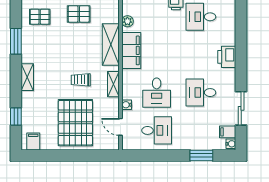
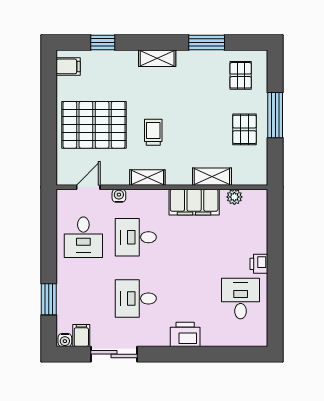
shelving: (111, 44) -> (212, 177), width x0.67, depth x0.75
desk: (201, 93) -> (136, 298), turned -90

